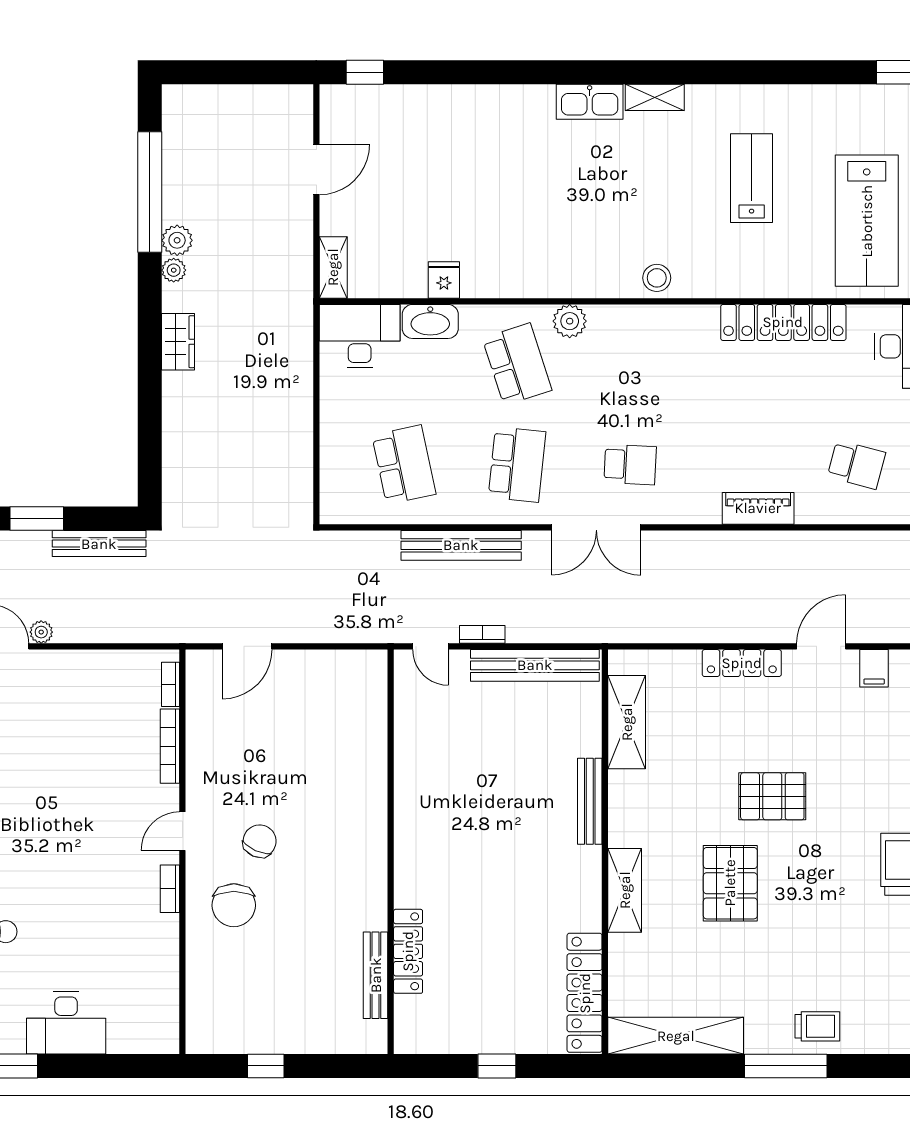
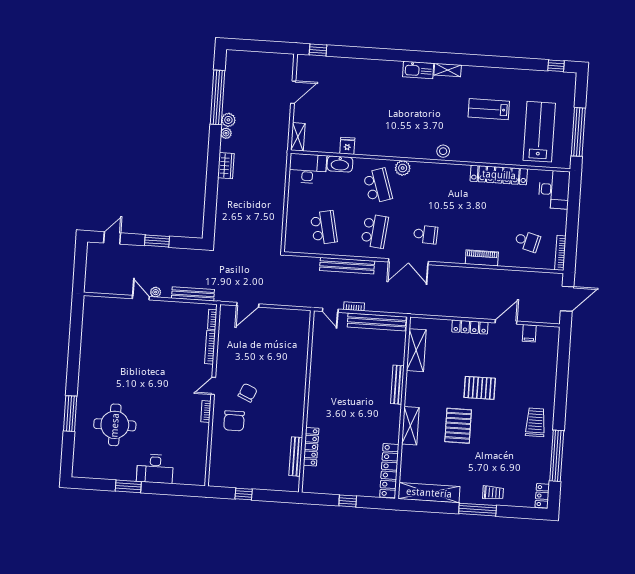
lab bench: (752, 178) -> (489, 109), turned -90
lab bench: (867, 221) -> (539, 132), turned 180
bench: (99, 544) -> (193, 294), moved

